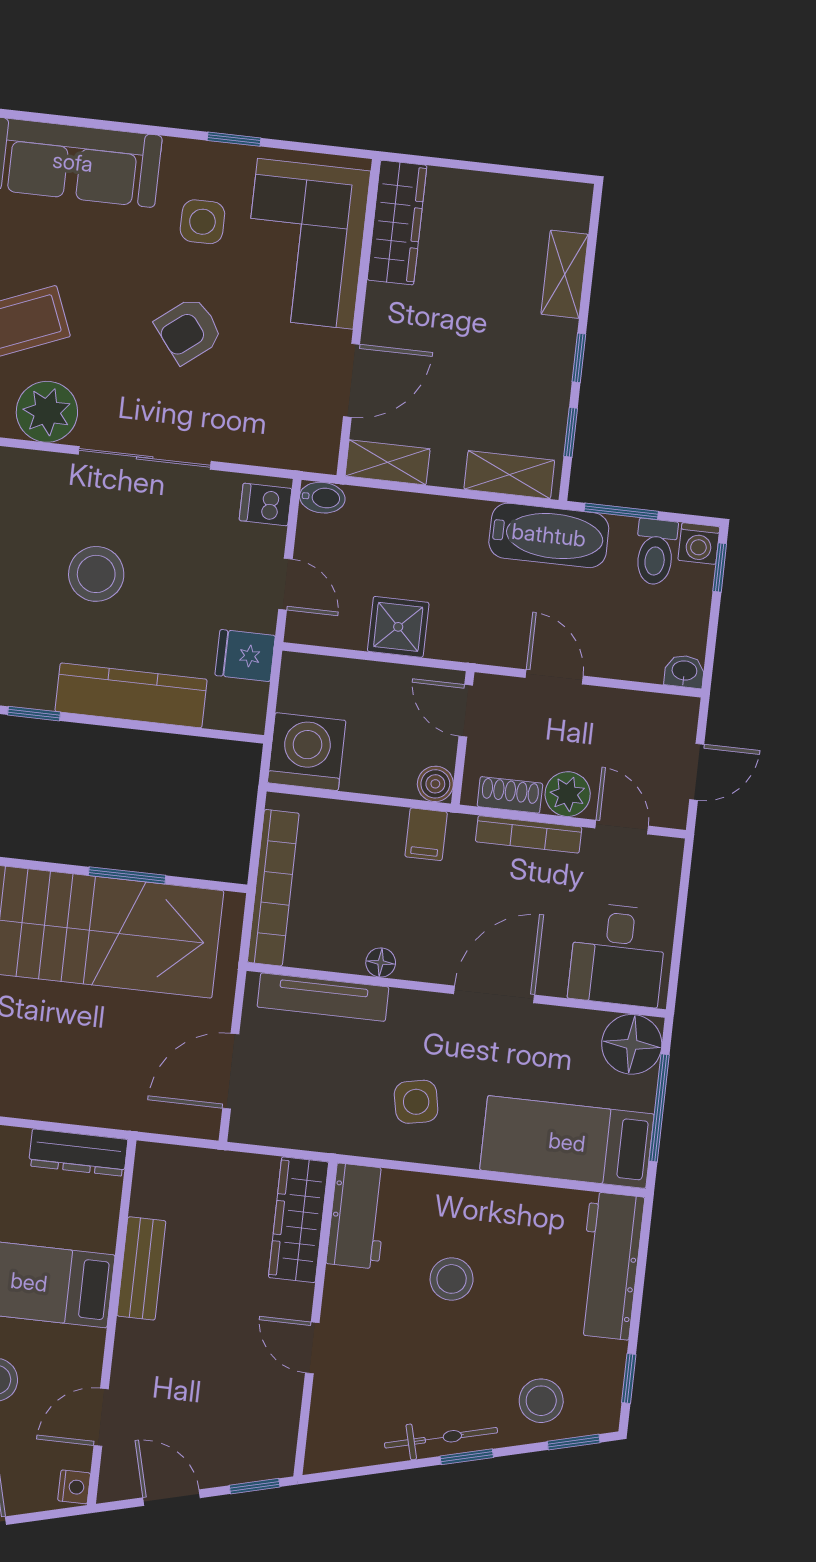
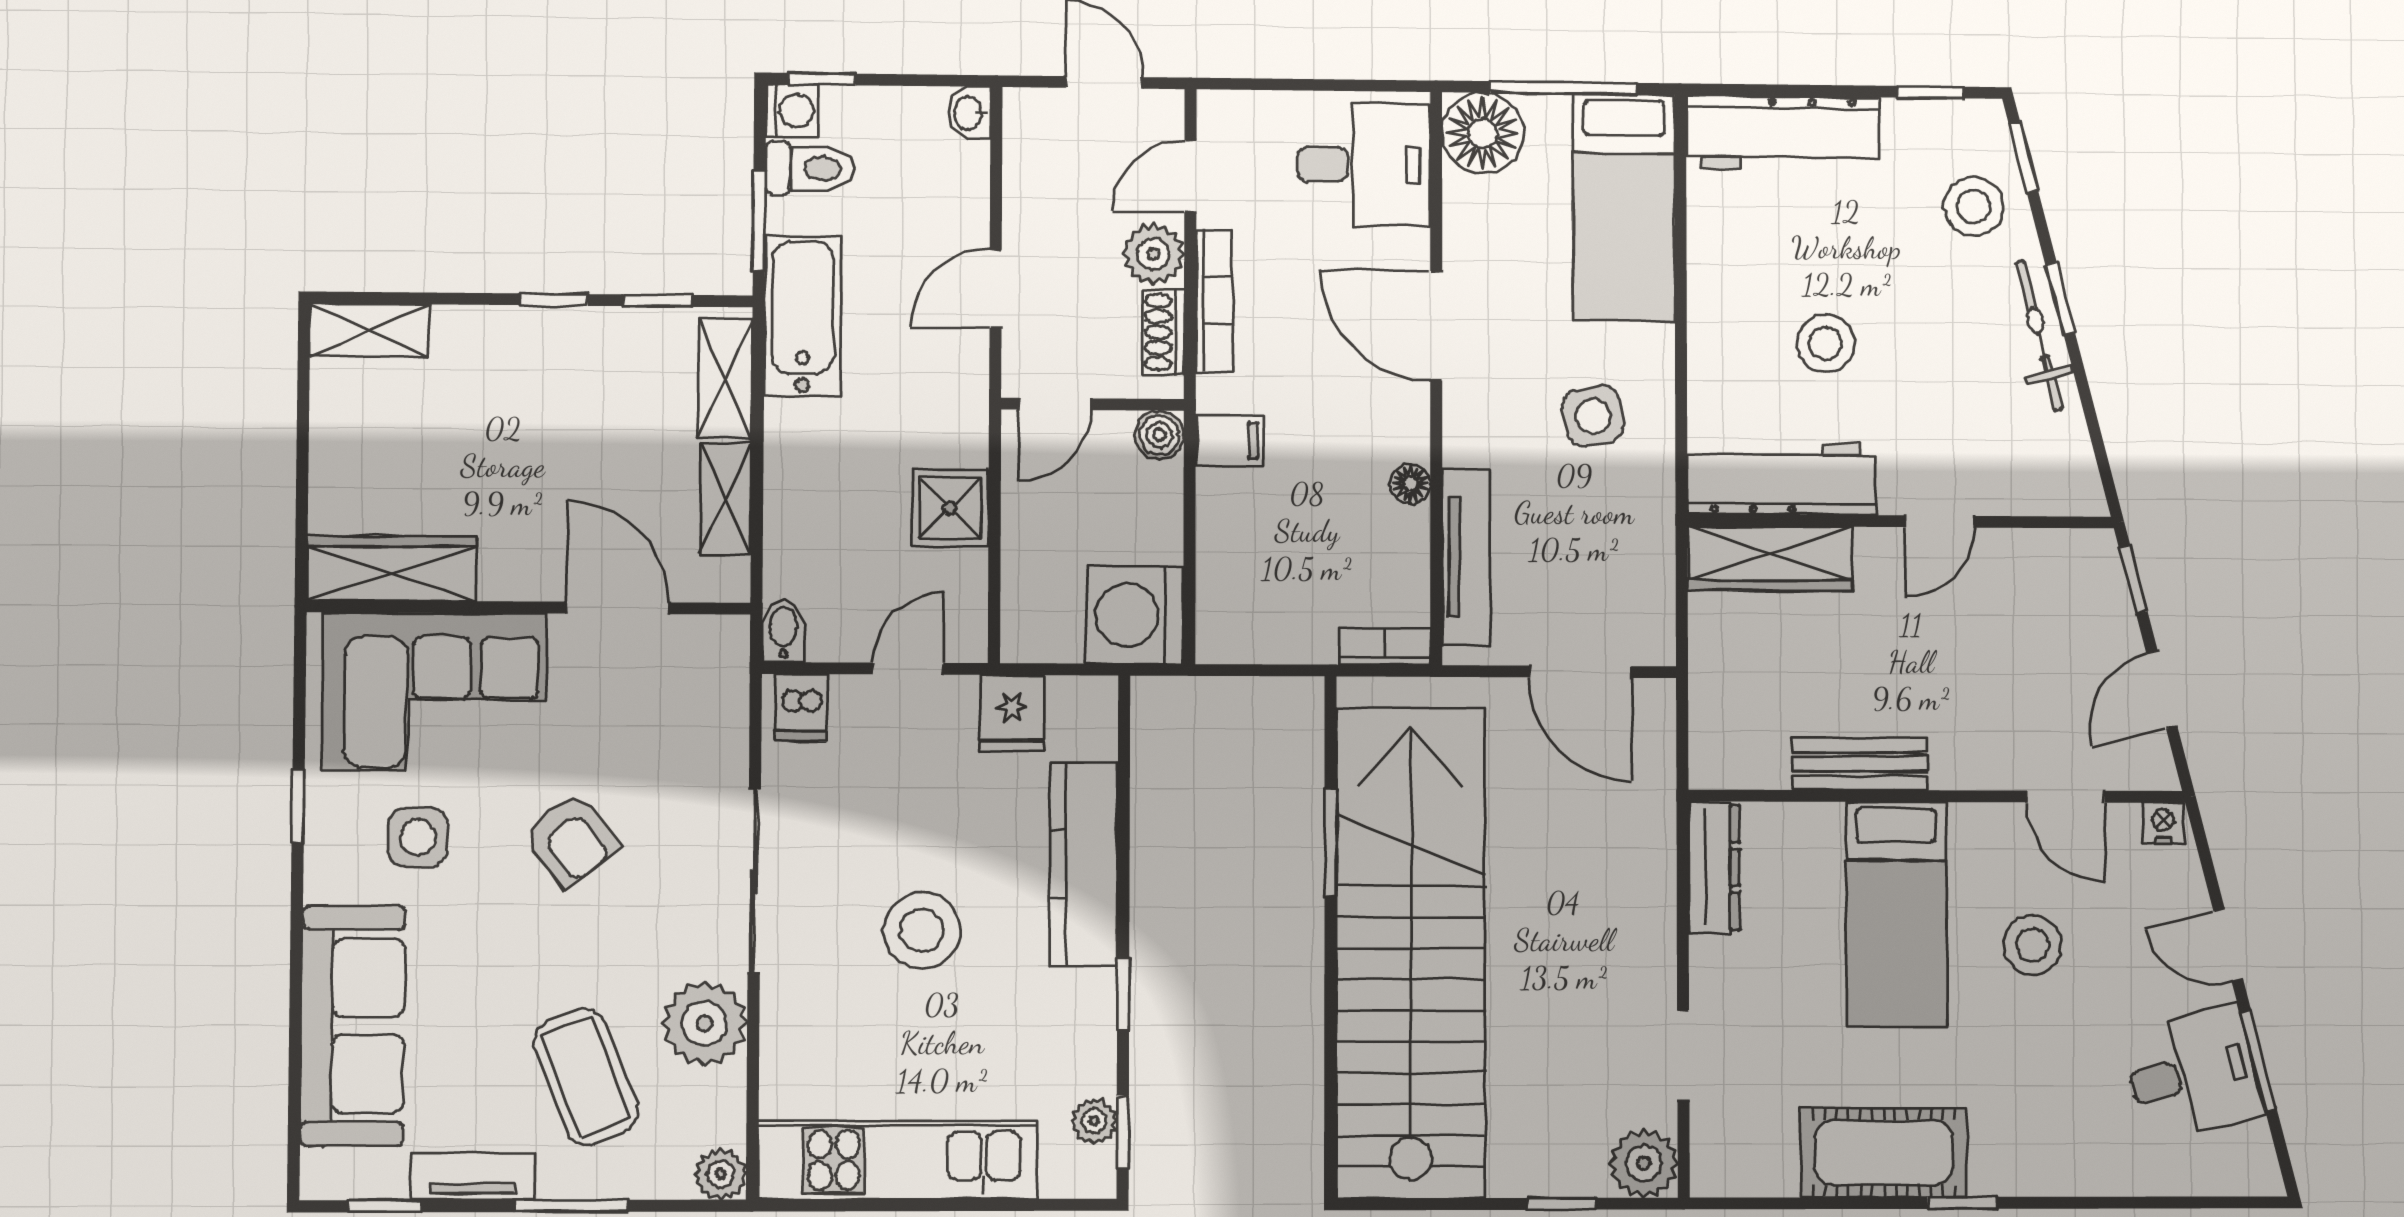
shelving: (565, 274) -> (370, 330), moved
shelving: (388, 462) -> (726, 499), moved
bookcase: (273, 888) -> (1385, 647), width x0.43, depth x0.76
workbench: (358, 1216) -> (1782, 479), width x1.38

